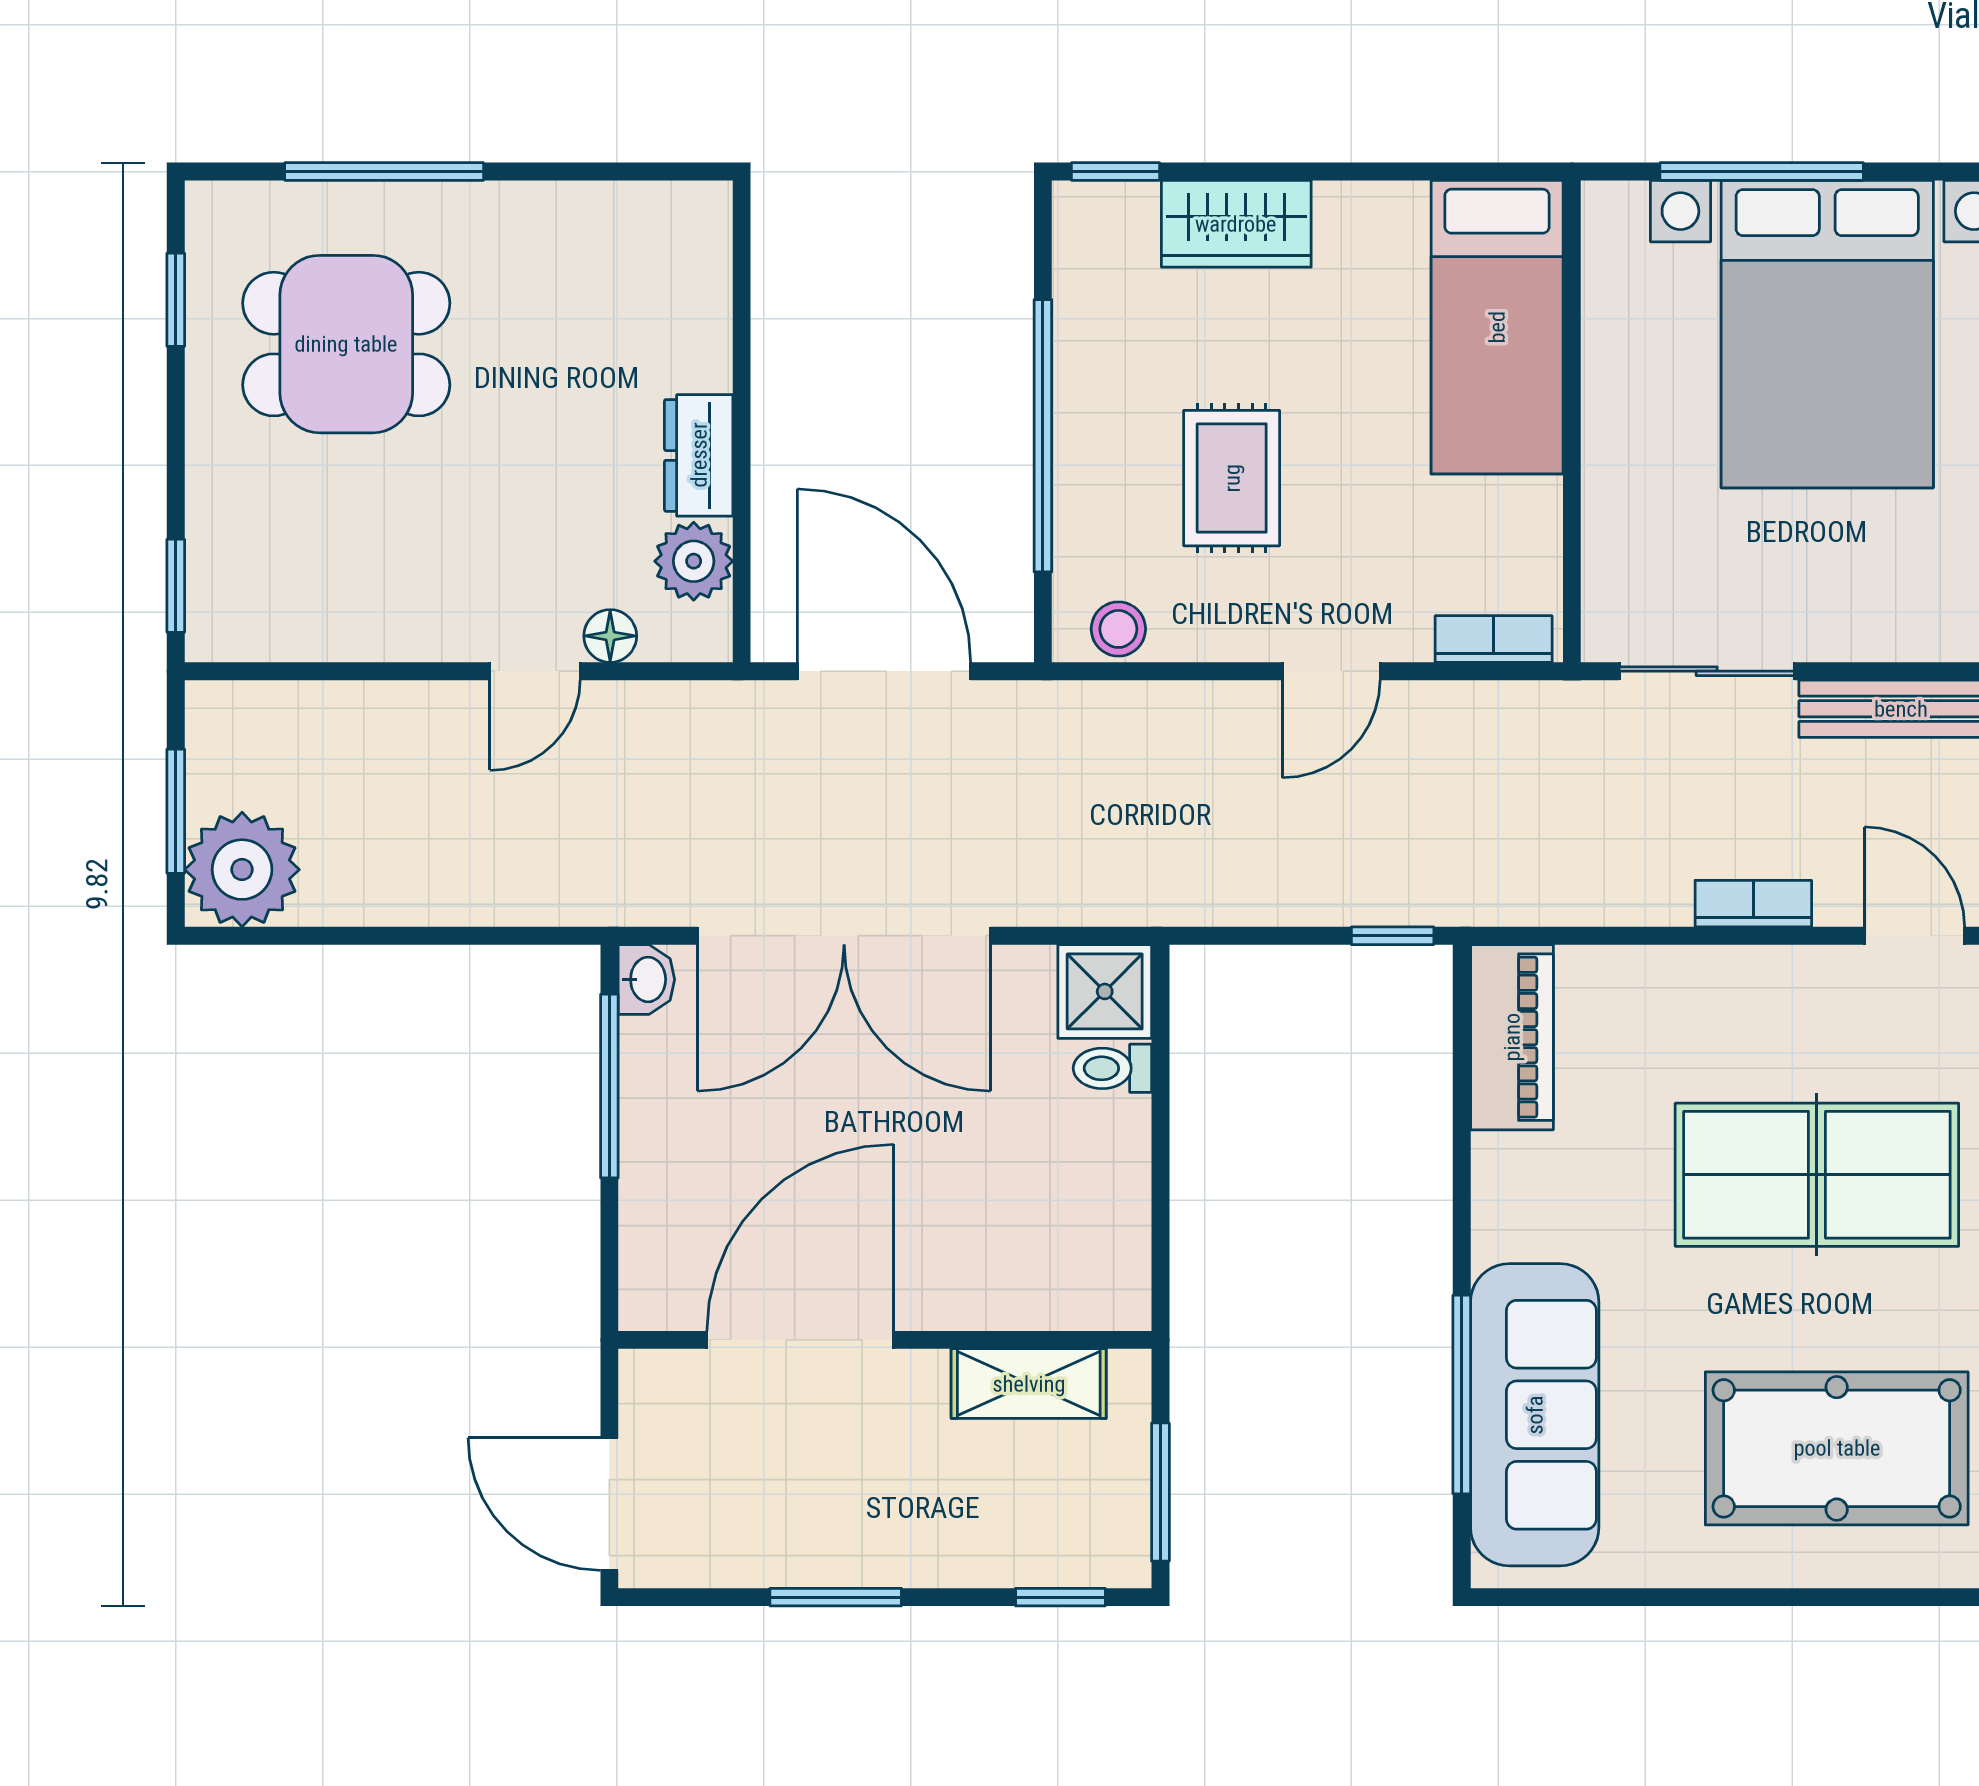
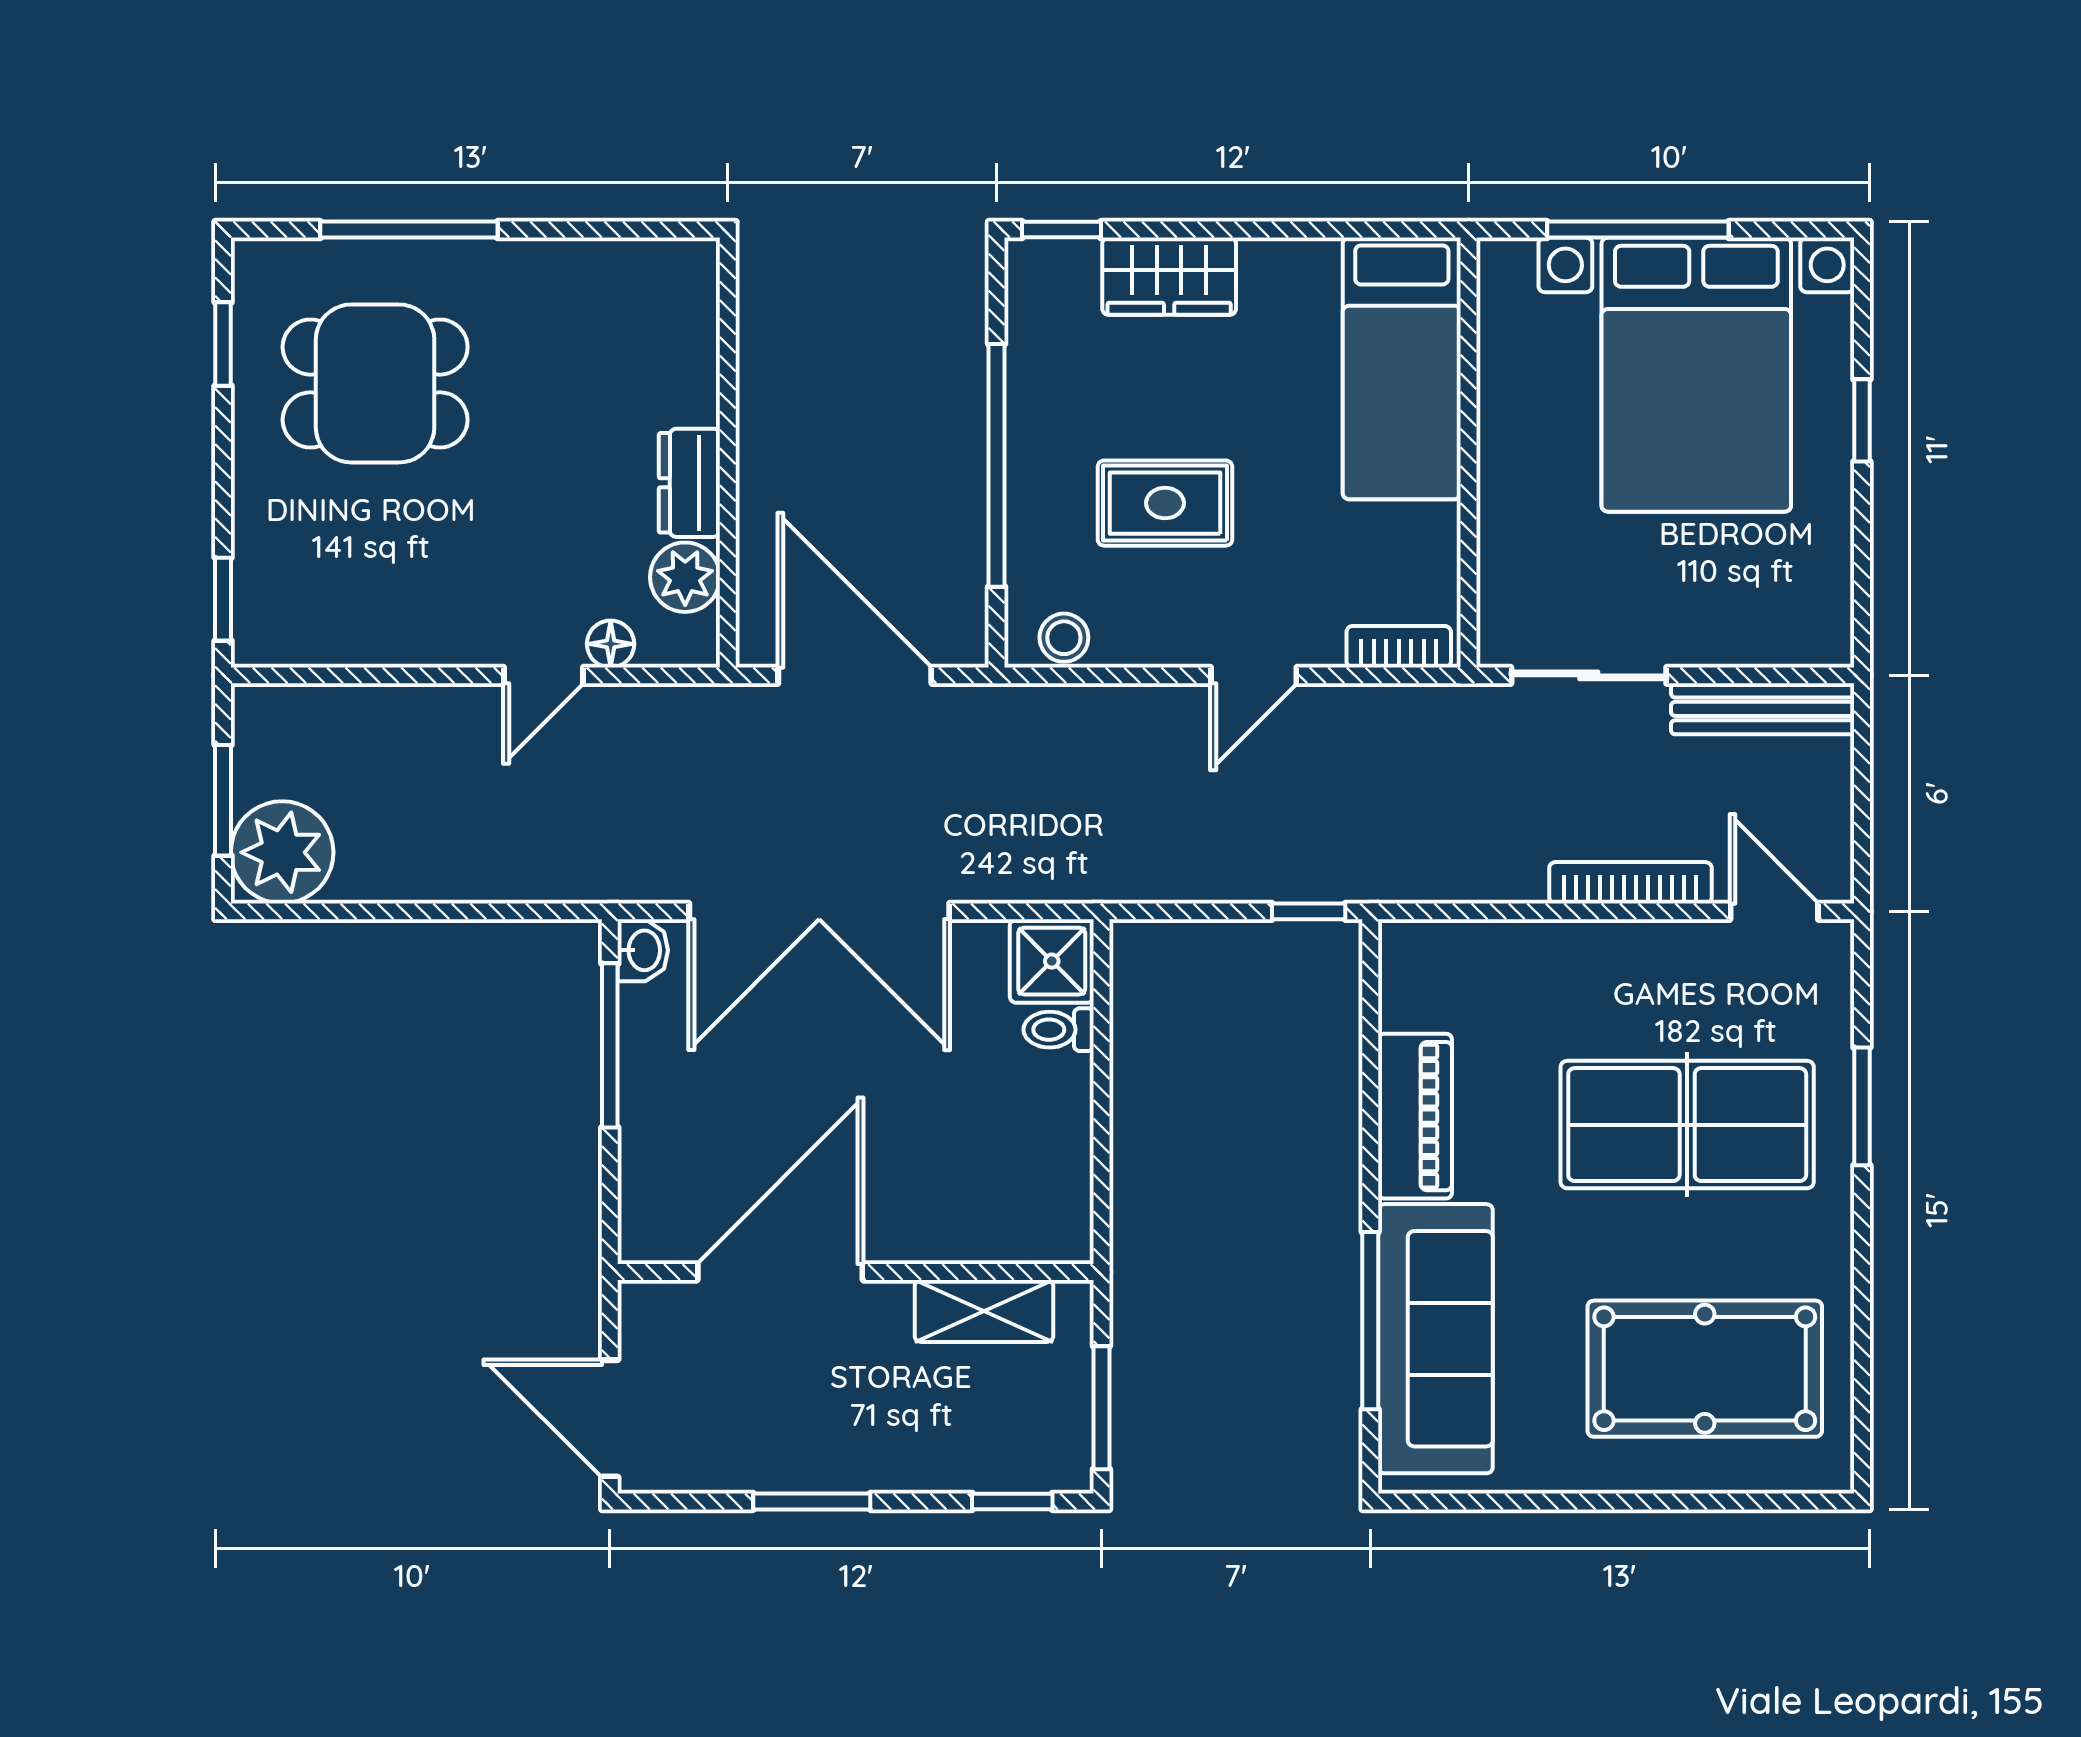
rug: (1232, 478) -> (1165, 503), turned 90
bookcase: (1753, 904) -> (1630, 883), width x1.56
piano: (1512, 1037) -> (1415, 1116), moved

